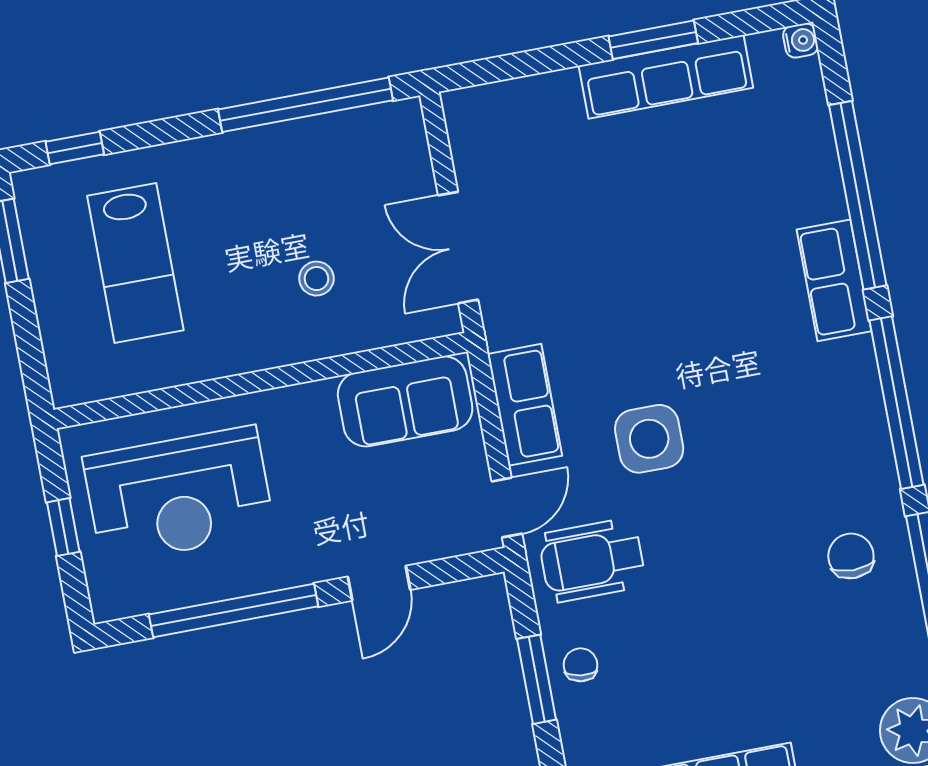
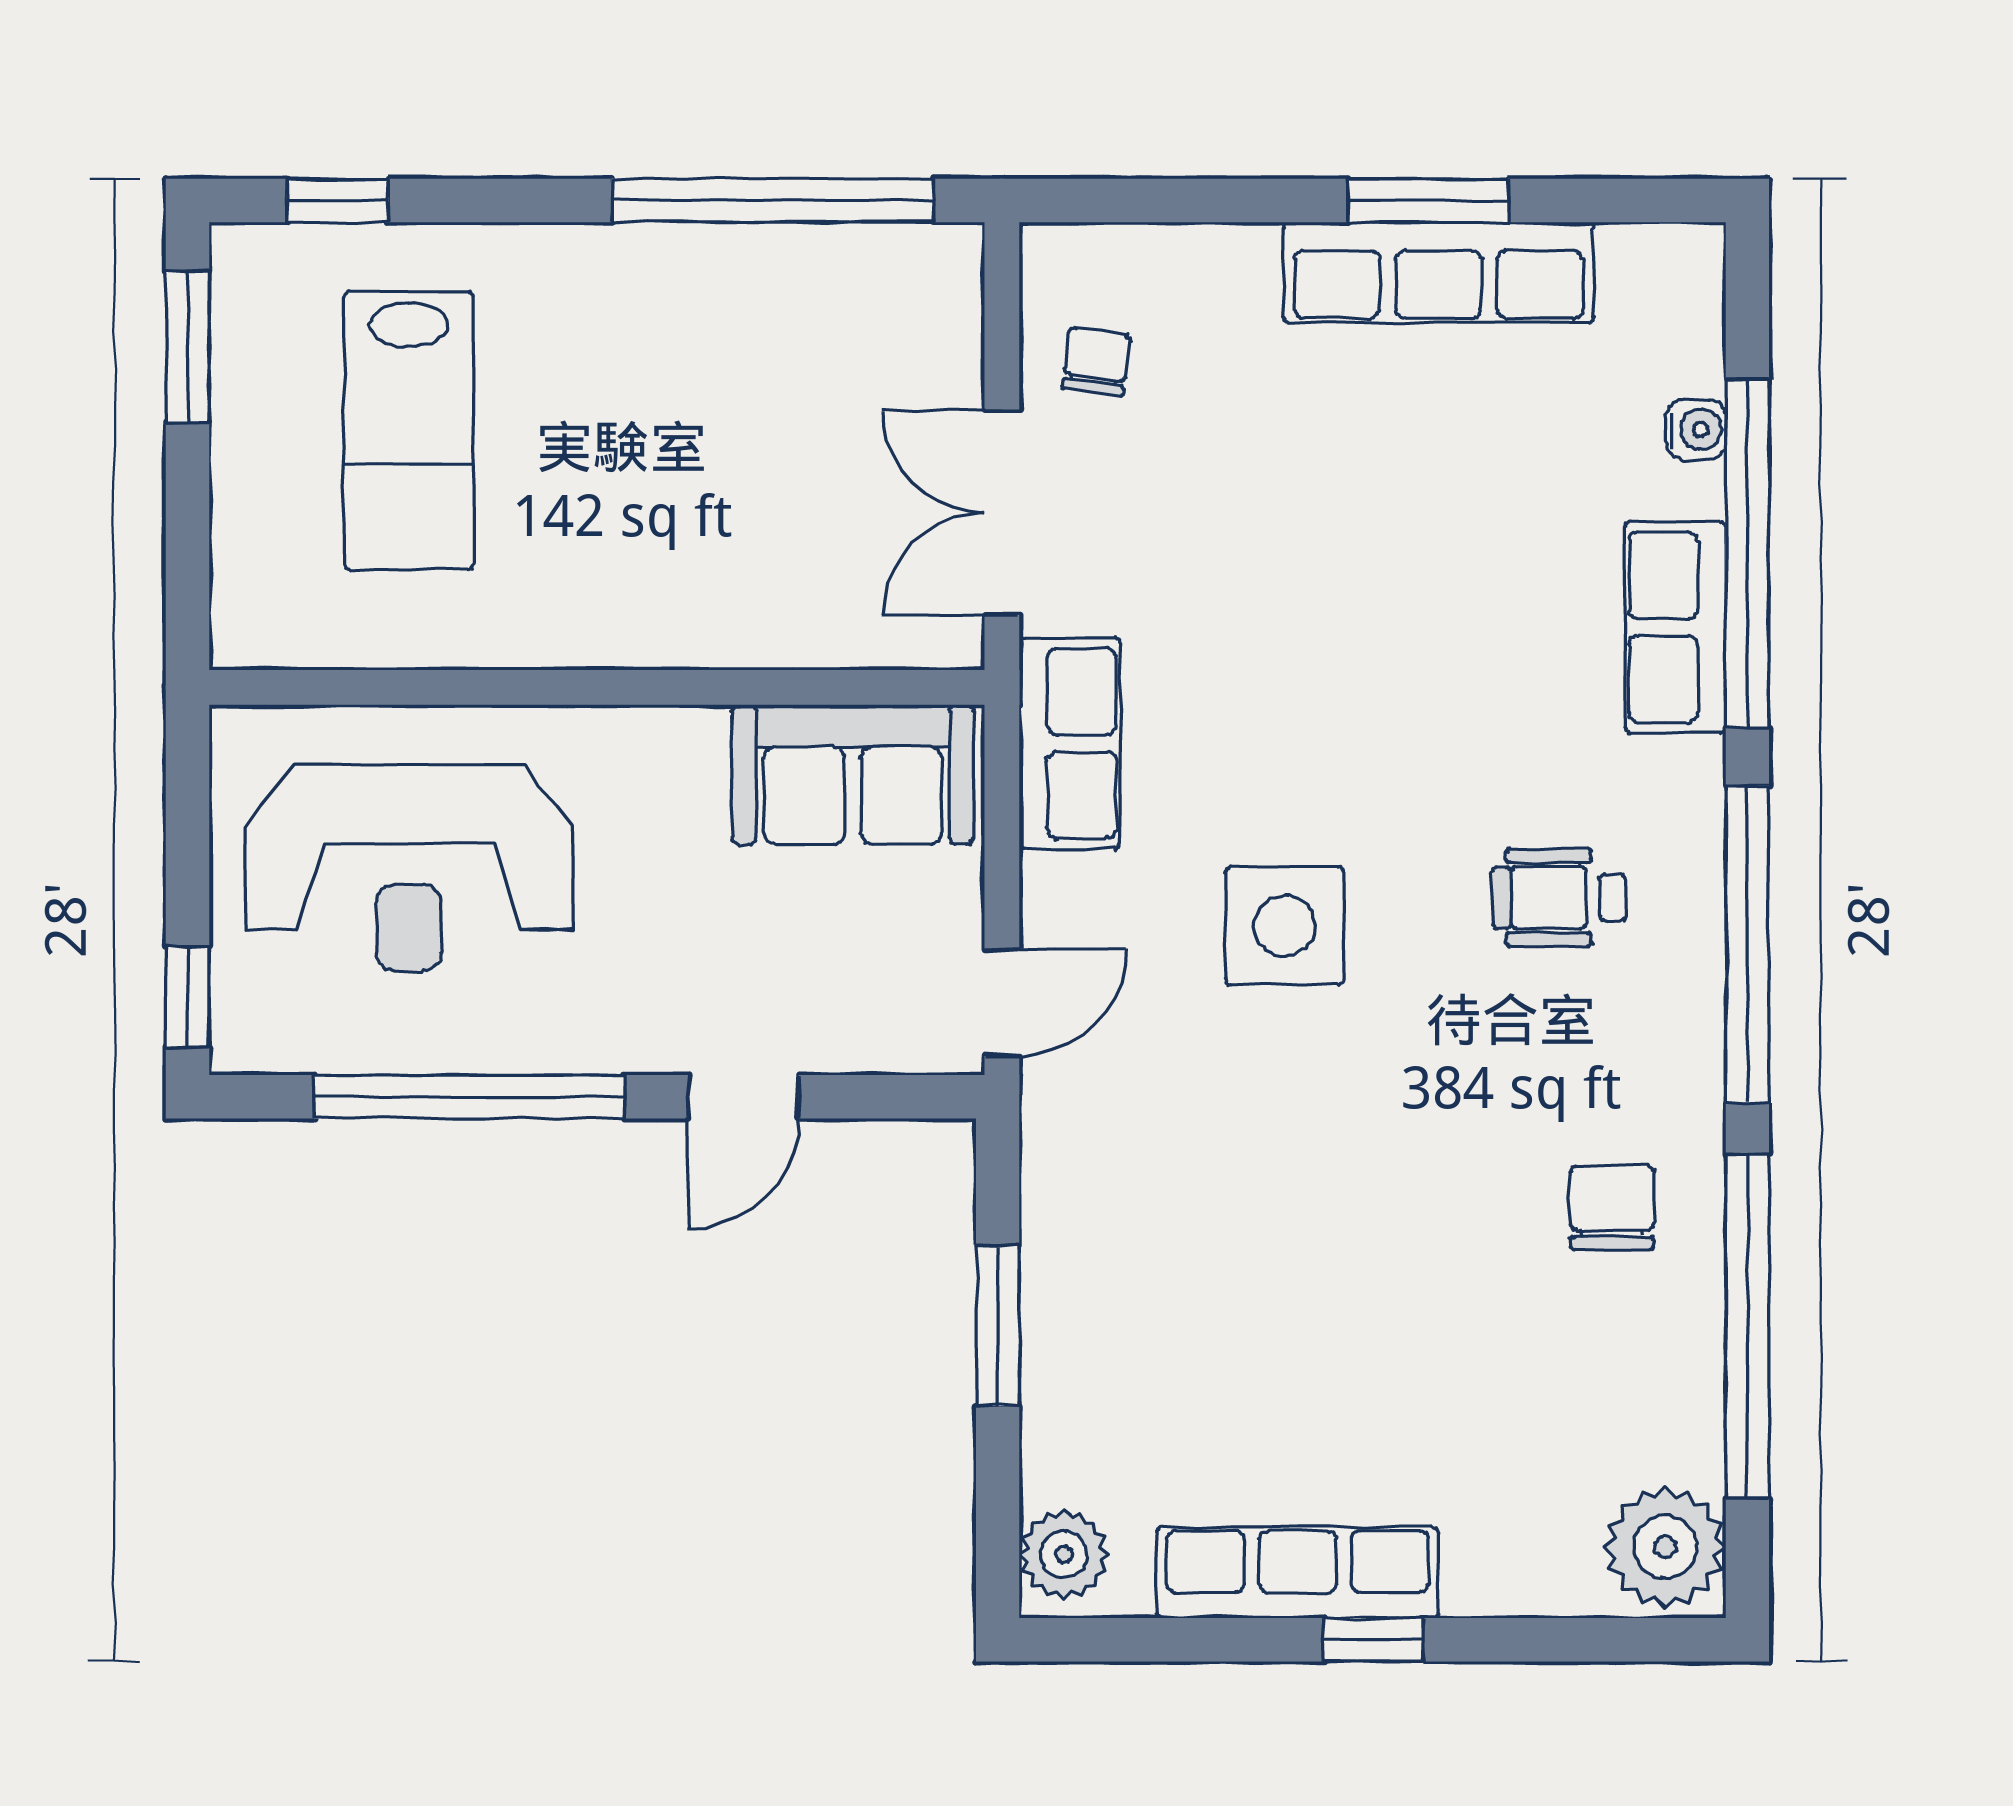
water cooler: (800, 40) -> (1696, 429), moved
stool: (316, 279) -> (733, 521), removed
row of seats: (834, 280) -> (1675, 627), moved
row of seats: (525, 405) -> (1070, 743), moved
window: (63, 527) -> (188, 997), moved
wheelchair: (592, 560) -> (1559, 898), moved, width x0.73, depth x0.73
chair: (581, 665) -> (1096, 362), moved

